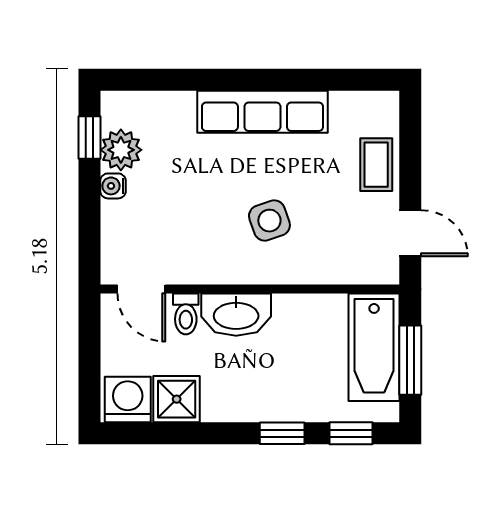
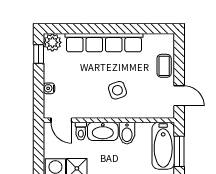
row of seats: (262, 112) -> (104, 43), width x1.36
plant: (121, 150) -> (52, 42), moved
water cooler: (113, 186) -> (49, 88), moved
bidet: (291, 319) -> (127, 133), added

